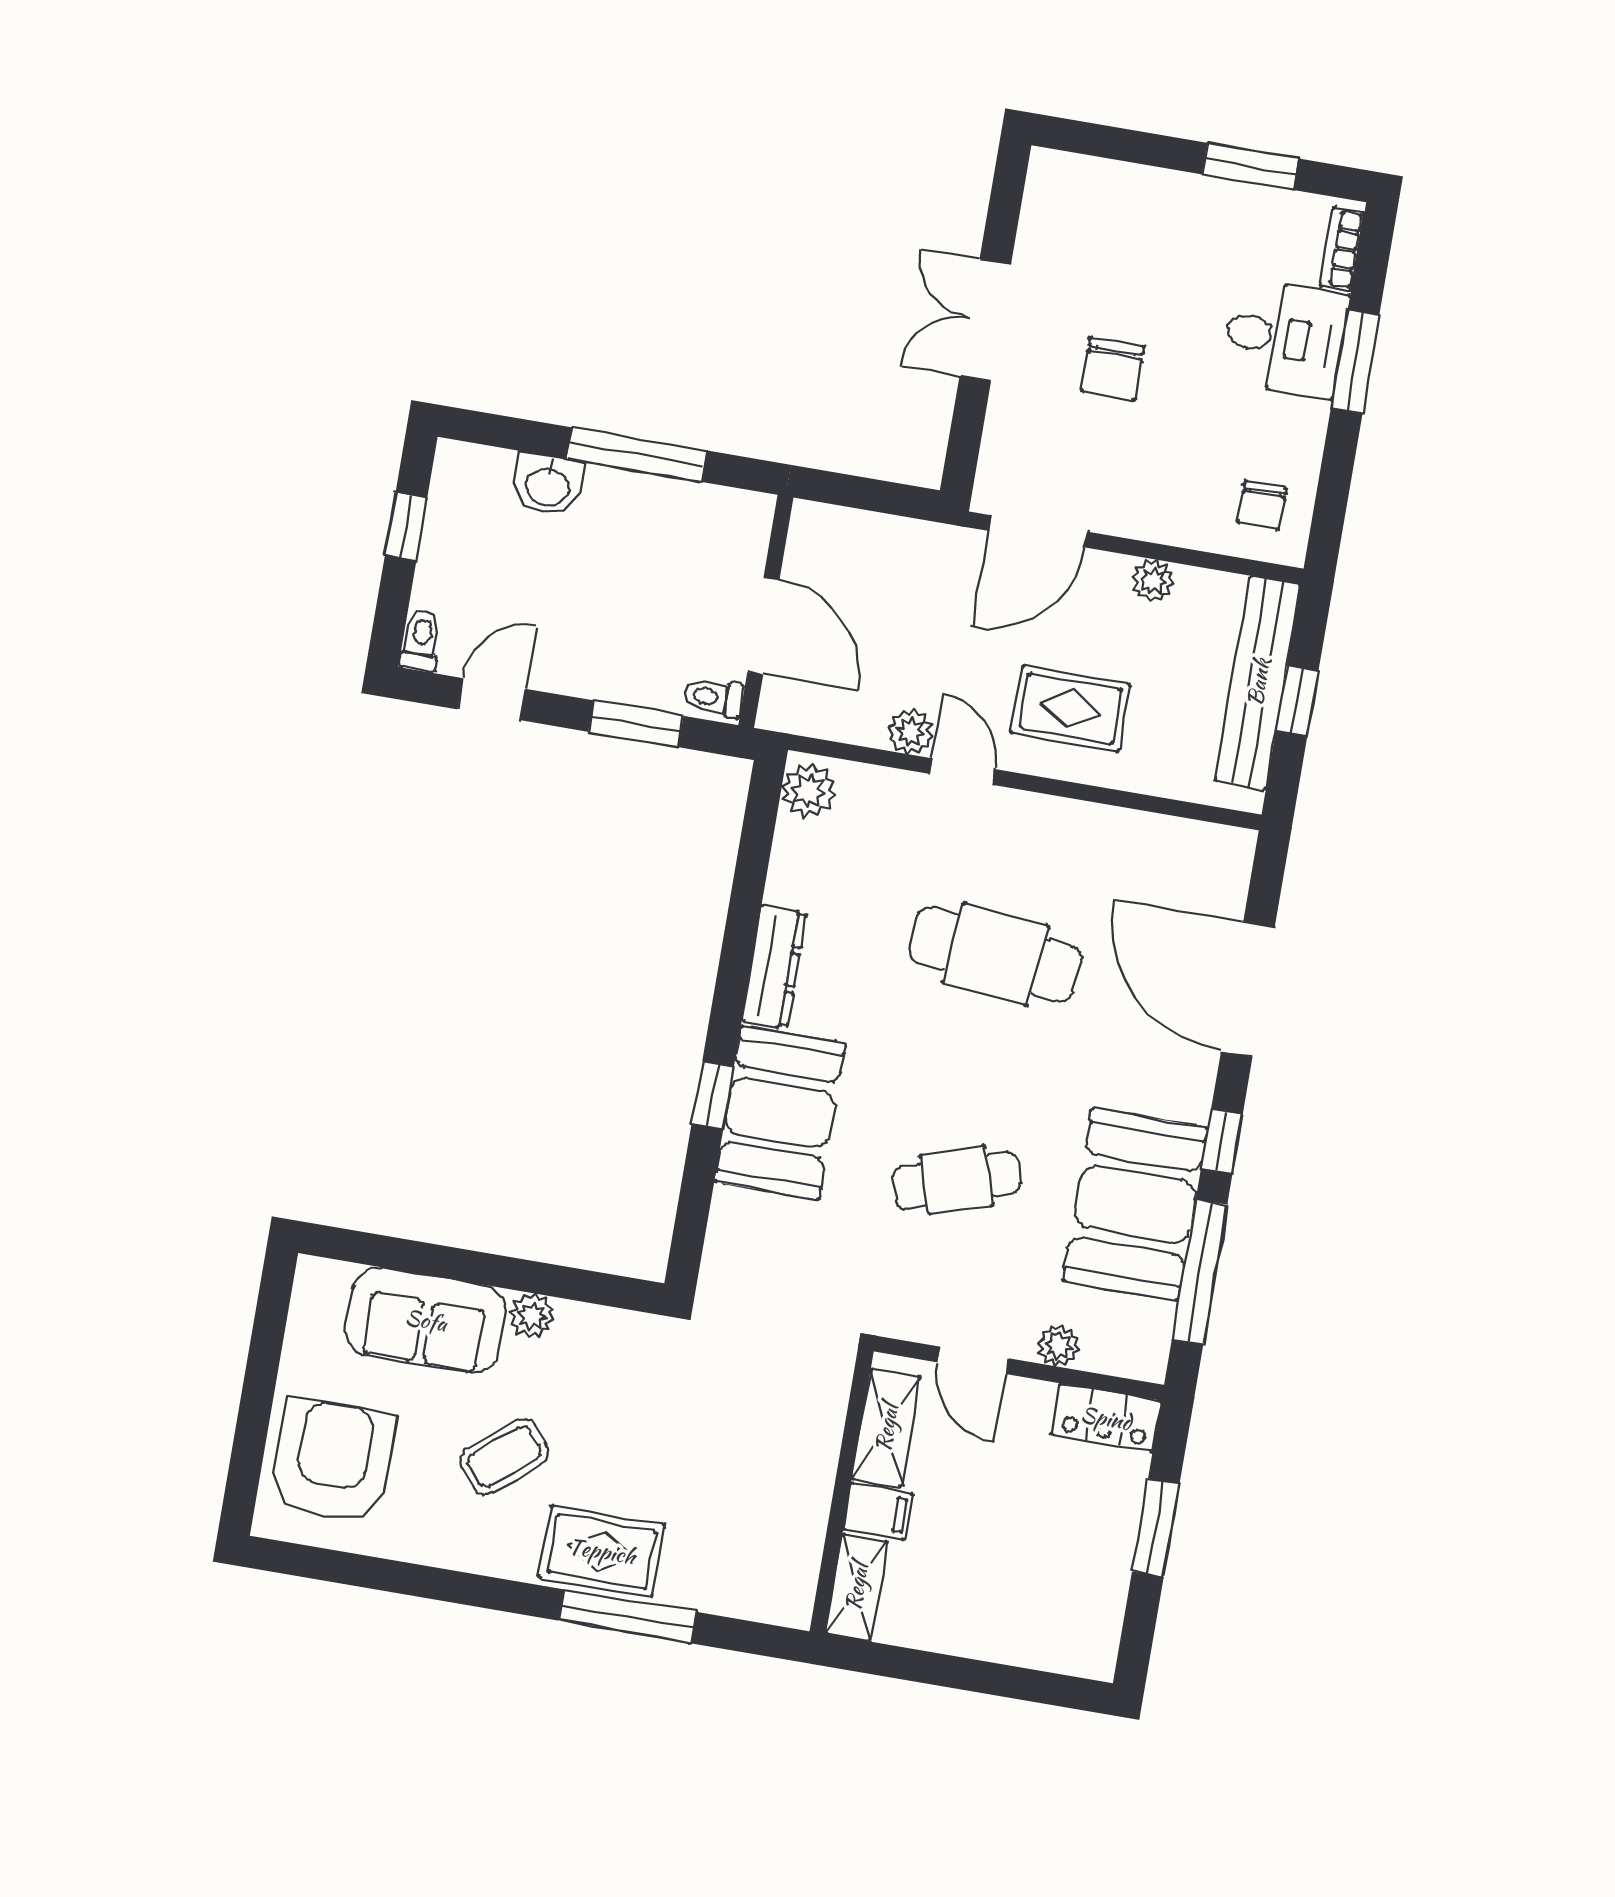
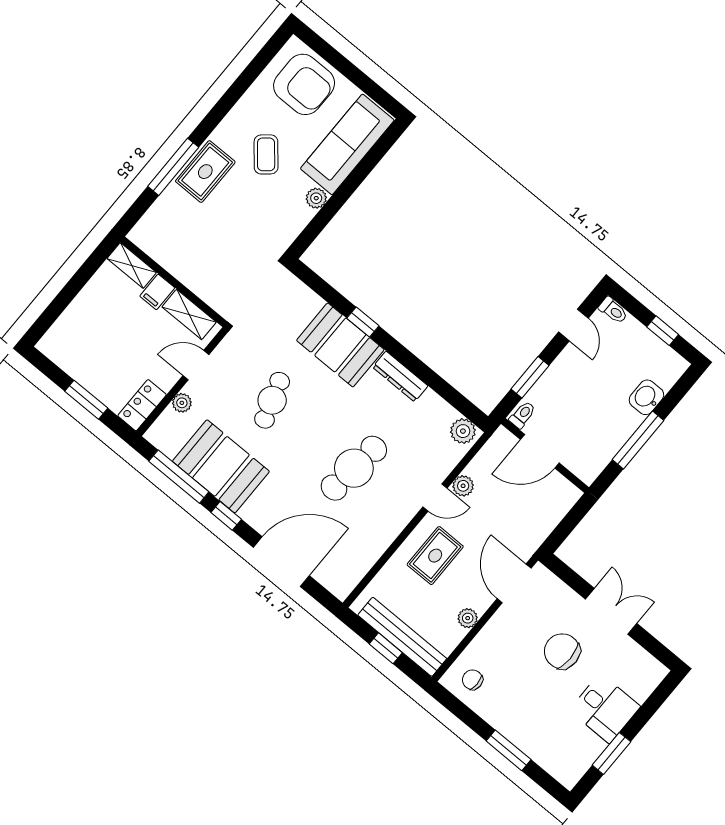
bookcase: (1342, 249) -> (557, 771), removed
desk: (1285, 338) -> (605, 708), moved, turned -90
chair: (1113, 369) -> (562, 651), width x1.37, depth x1.37
sofa: (426, 1320) -> (347, 144), width x1.36

